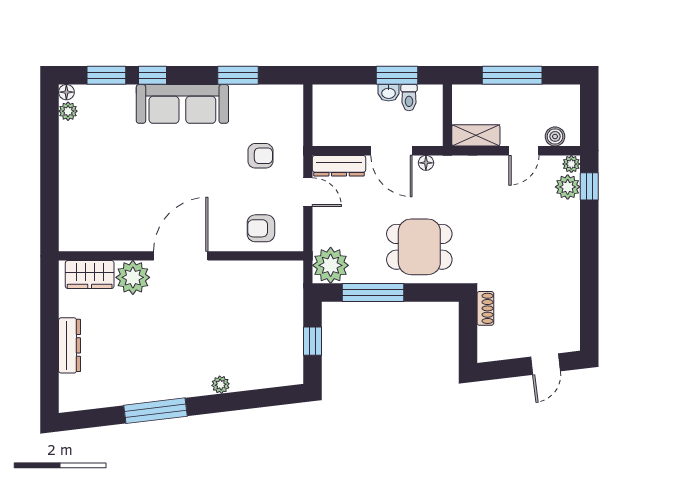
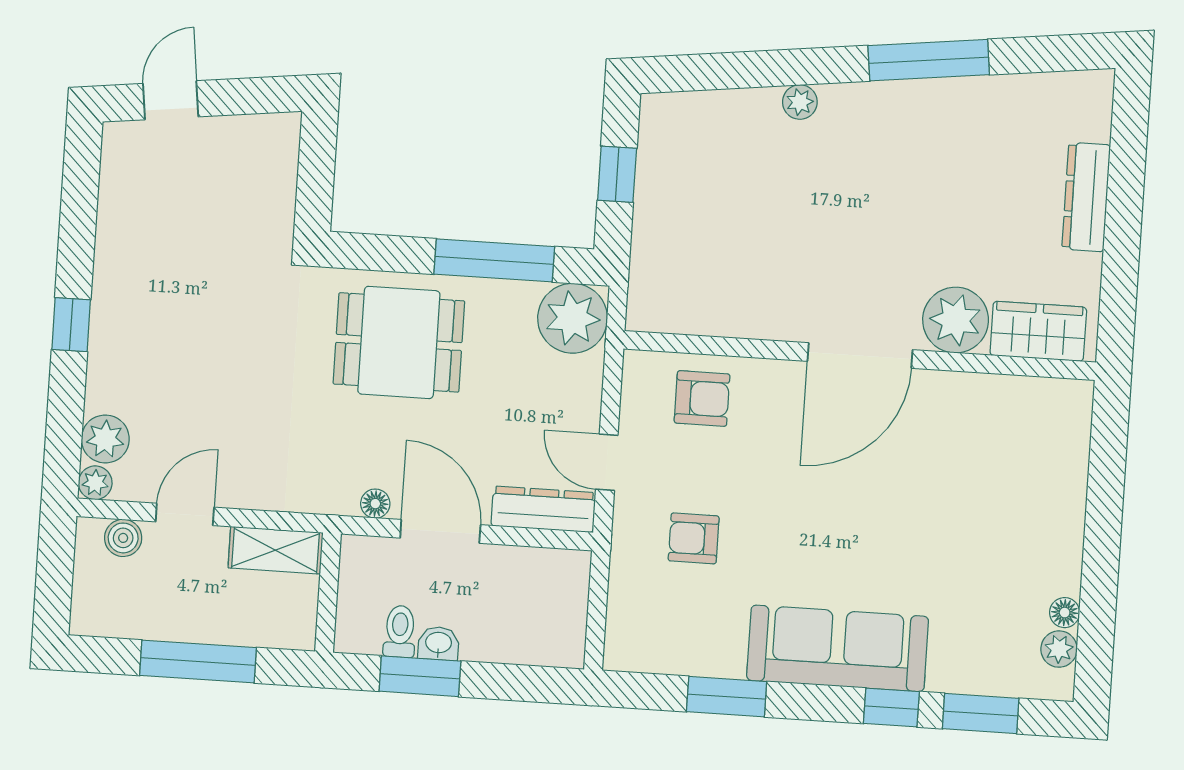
floor lamp: (66, 92) -> (1065, 613), moved
window: (589, 186) -> (71, 325), moved
shoe rack: (485, 308) -> (279, 215), removed

